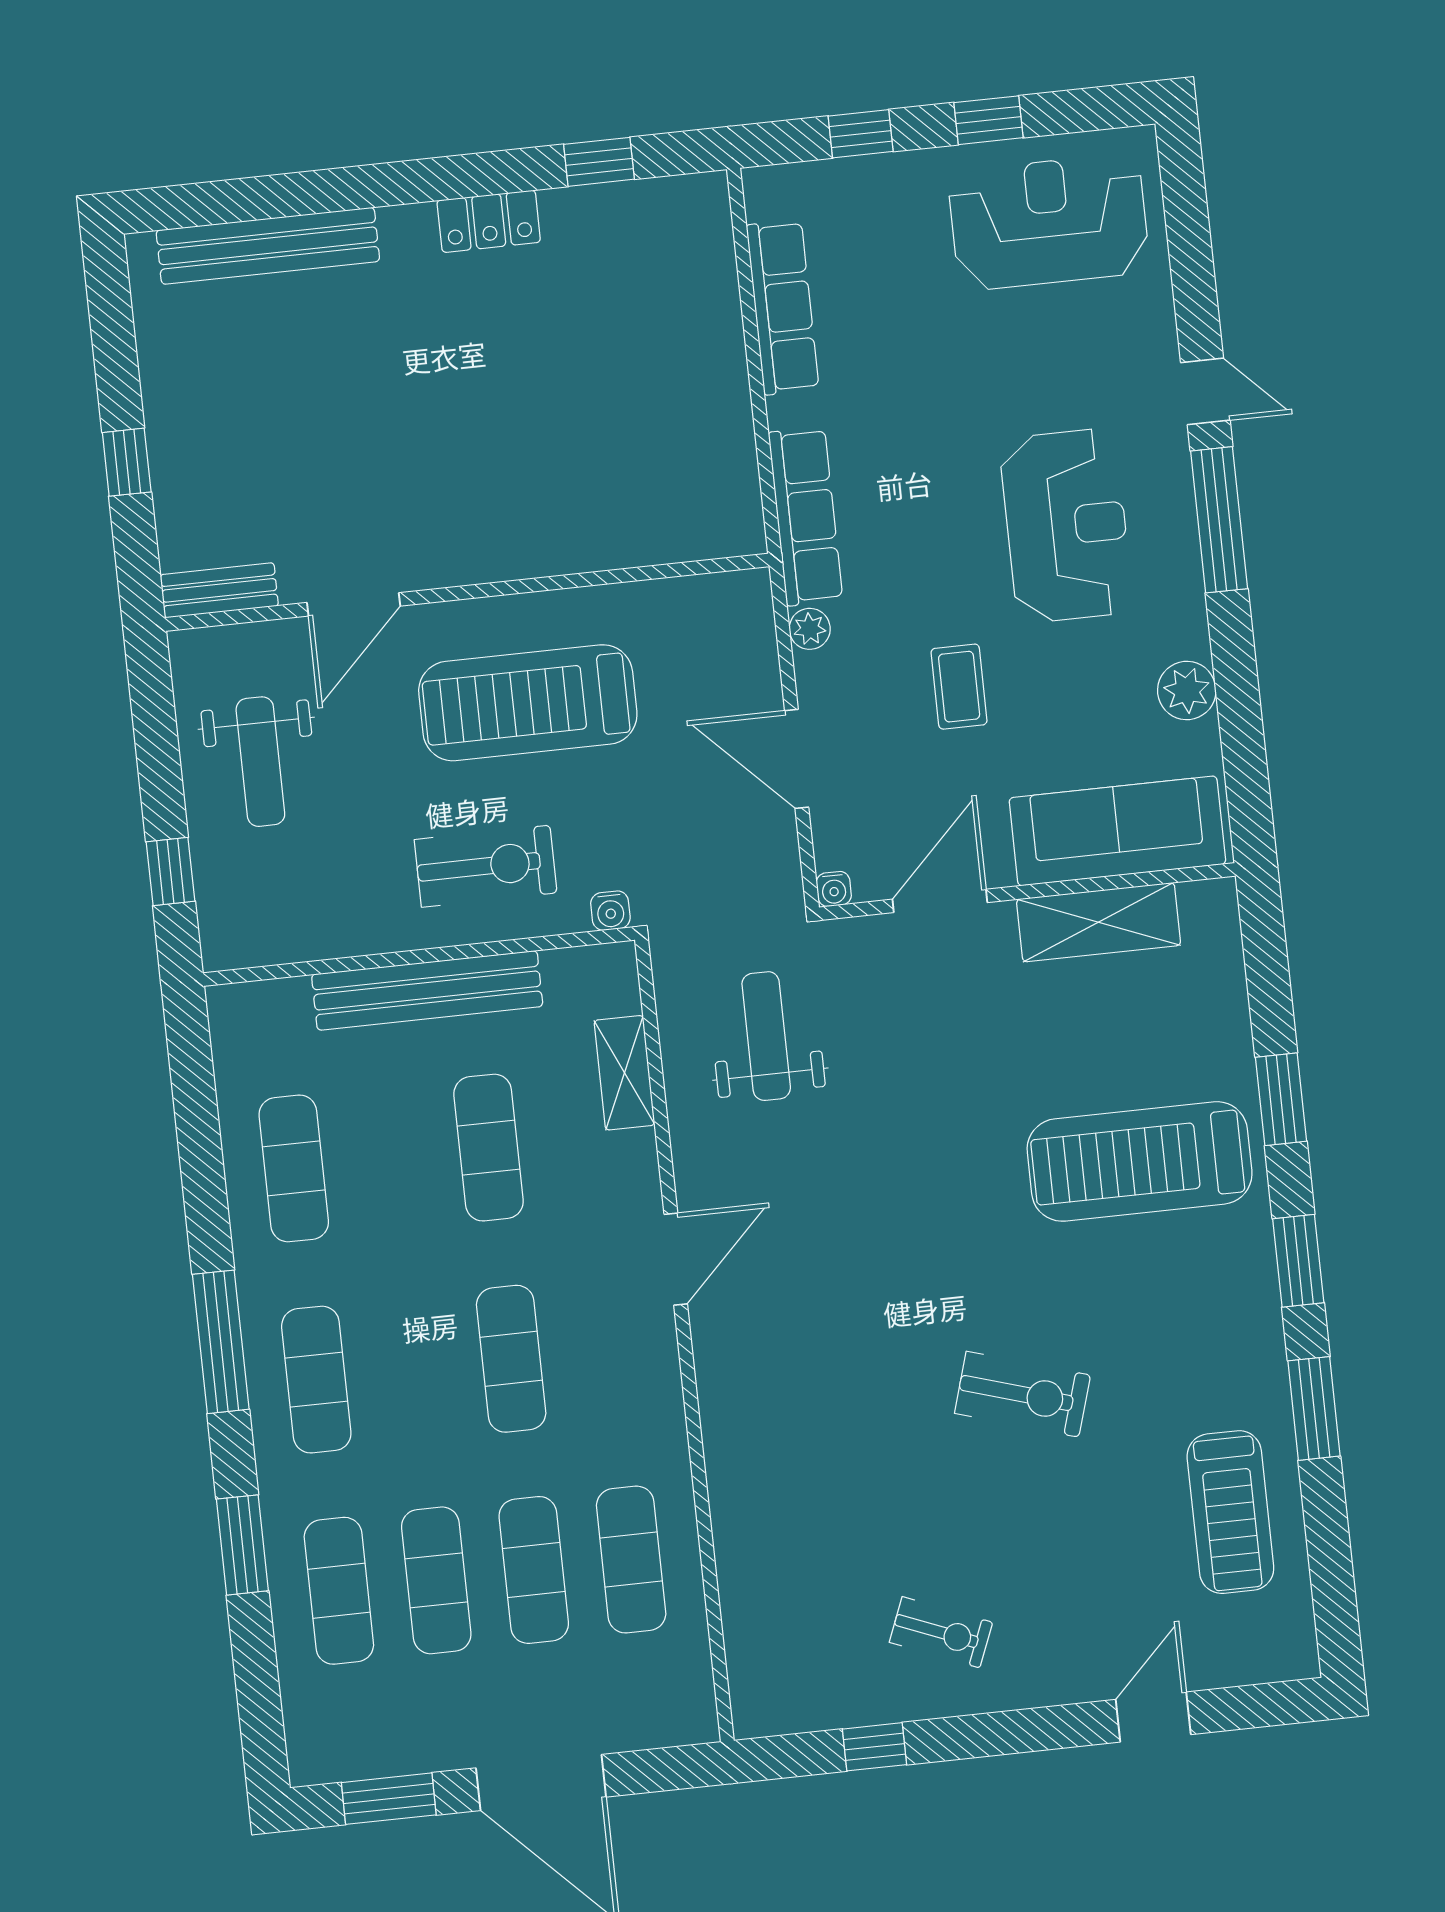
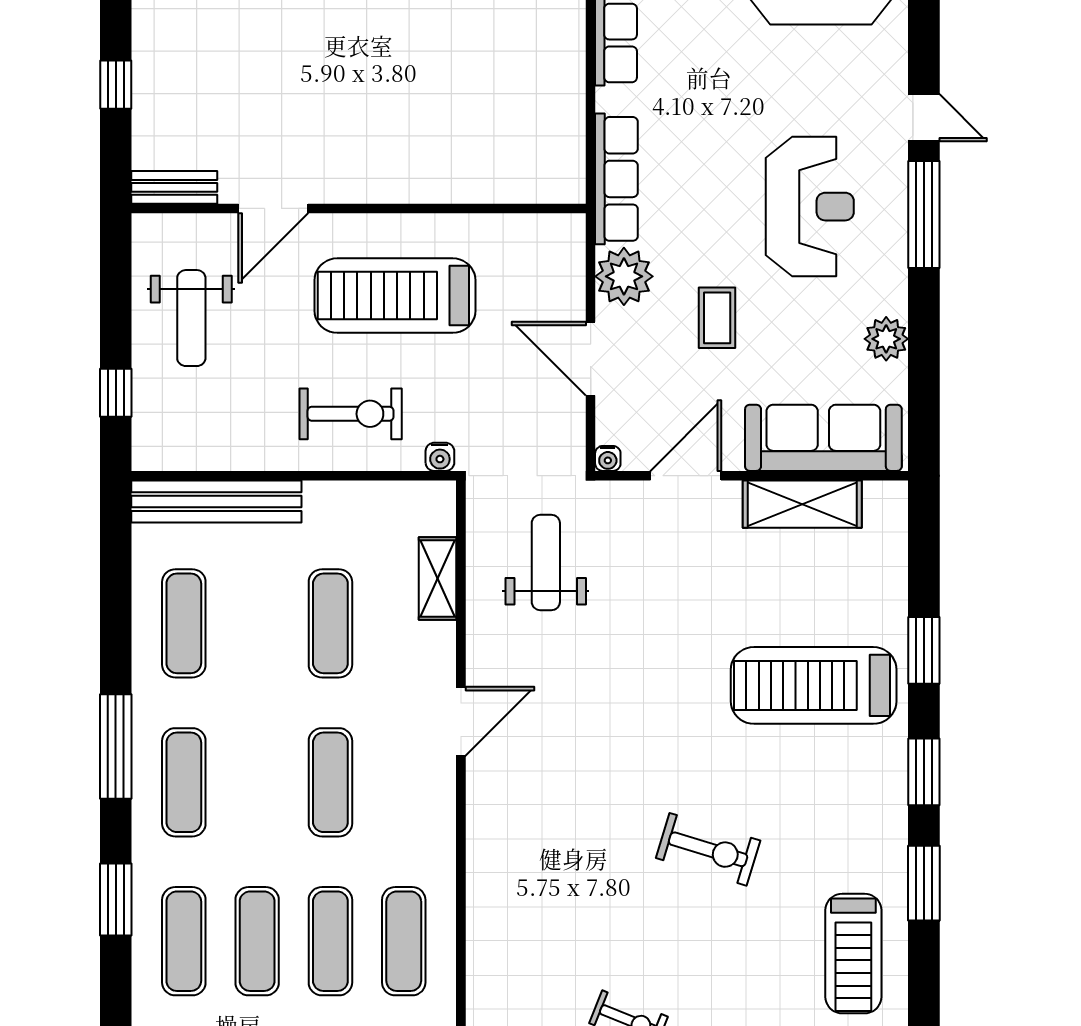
plant: (810, 629) -> (624, 276), width x1.88, depth x1.88
bench: (427, 990) -> (216, 502), moved

